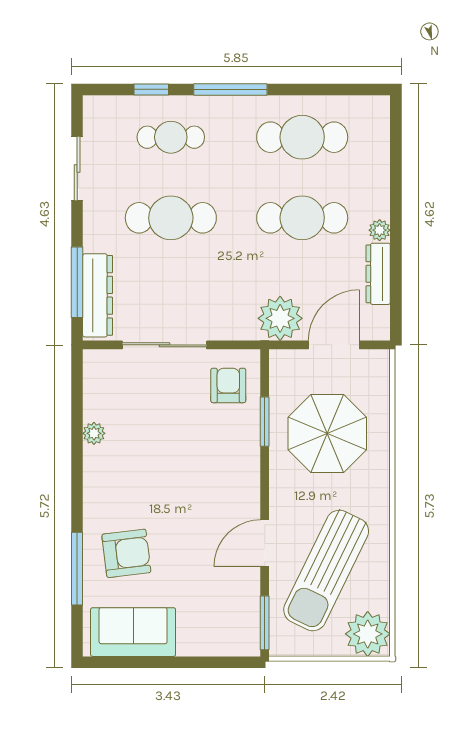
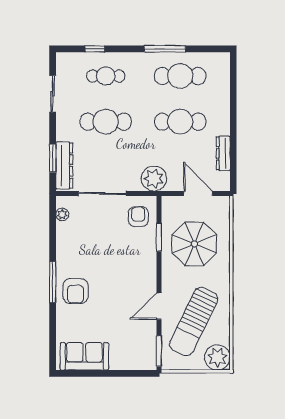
window: (230, 89) -> (165, 49), moved
plant: (380, 230) -> (224, 129), removed
window: (77, 282) -> (53, 158), width x0.69
plant: (280, 318) -> (154, 179), moved
door: (334, 345) -> (198, 194), hinge flipped
plant: (94, 433) -> (62, 214), moved
armchair: (126, 553) -> (75, 291), moved, turned 97
window: (77, 569) -> (53, 282), moved

